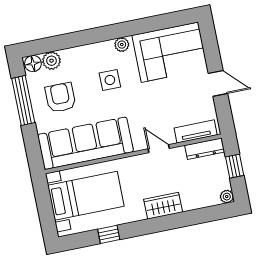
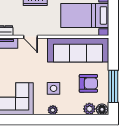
plant: (122, 45) -> (53, 110), moved
armchair: (60, 98) -> (88, 83), turned -90

